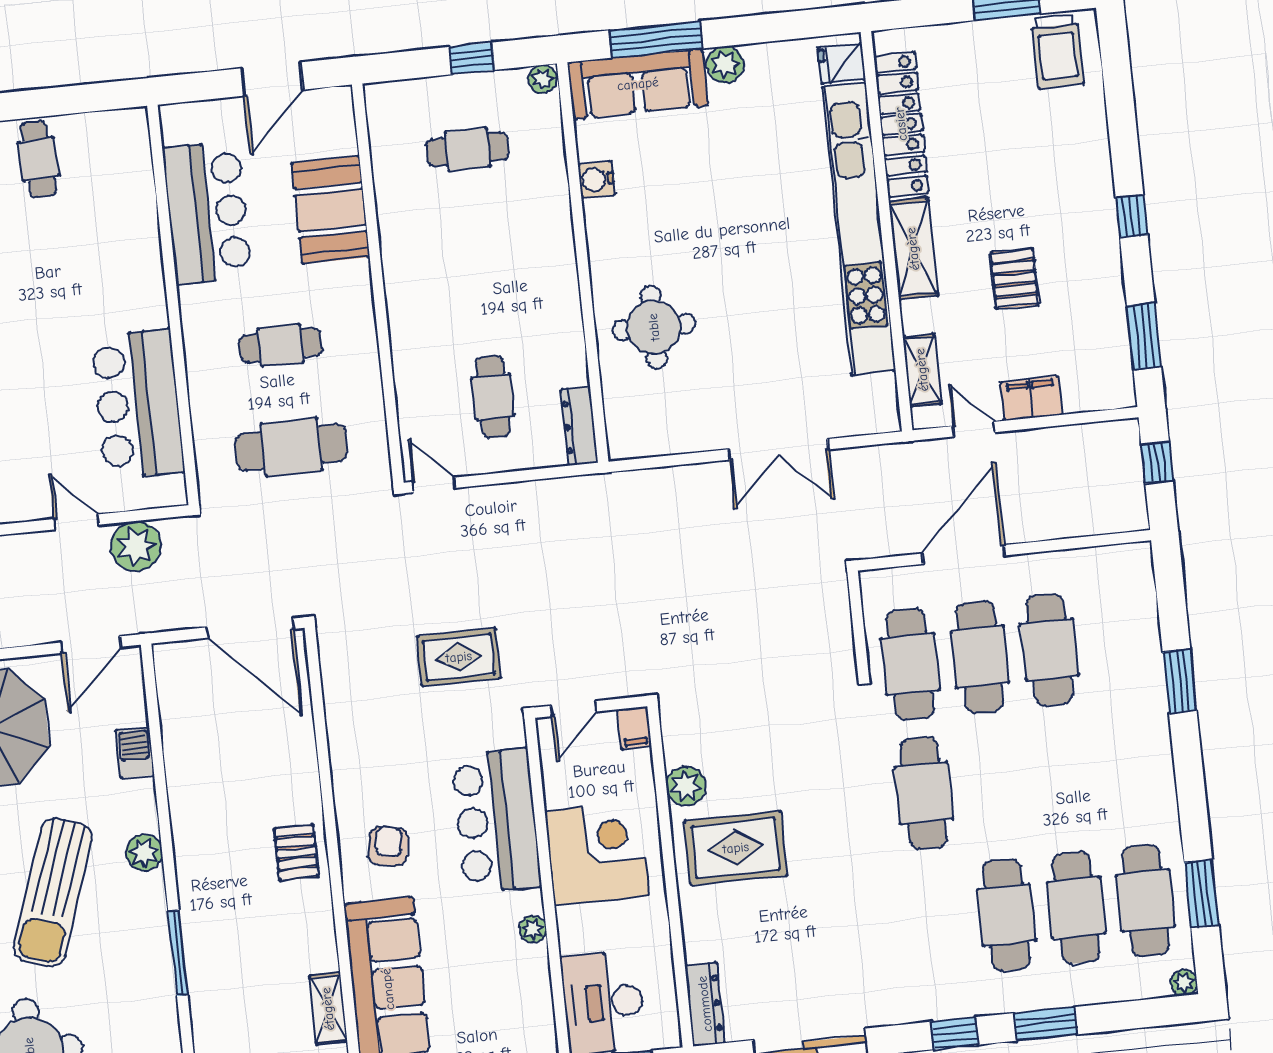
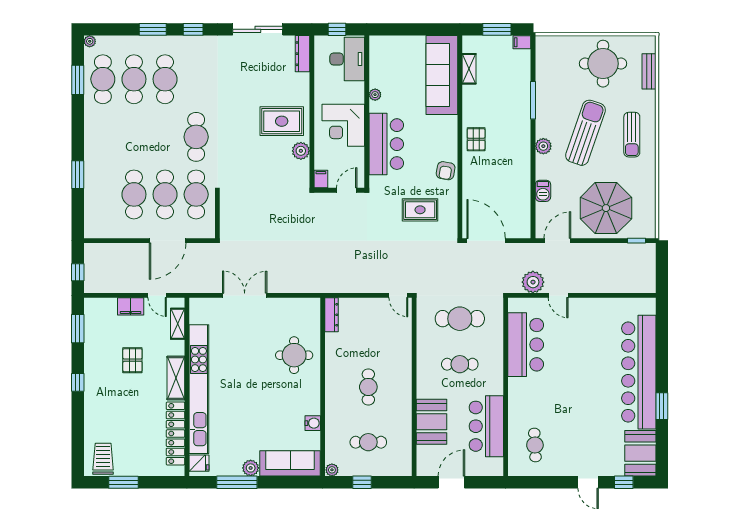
window: (656, 39) -> (237, 482), moved
cafe table: (38, 159) -> (535, 445), moved
cafe table: (493, 397) -> (368, 387), moved
rug: (459, 657) -> (420, 210), moved
armchair: (388, 846) -> (446, 171), moved

